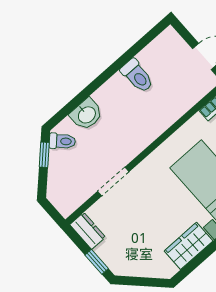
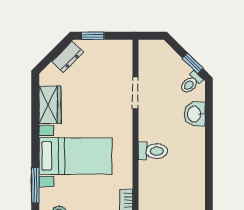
toilet: (137, 76) -> (153, 151), moved, turned 180
dresser: (88, 231) -> (68, 57), moved, turned -45

